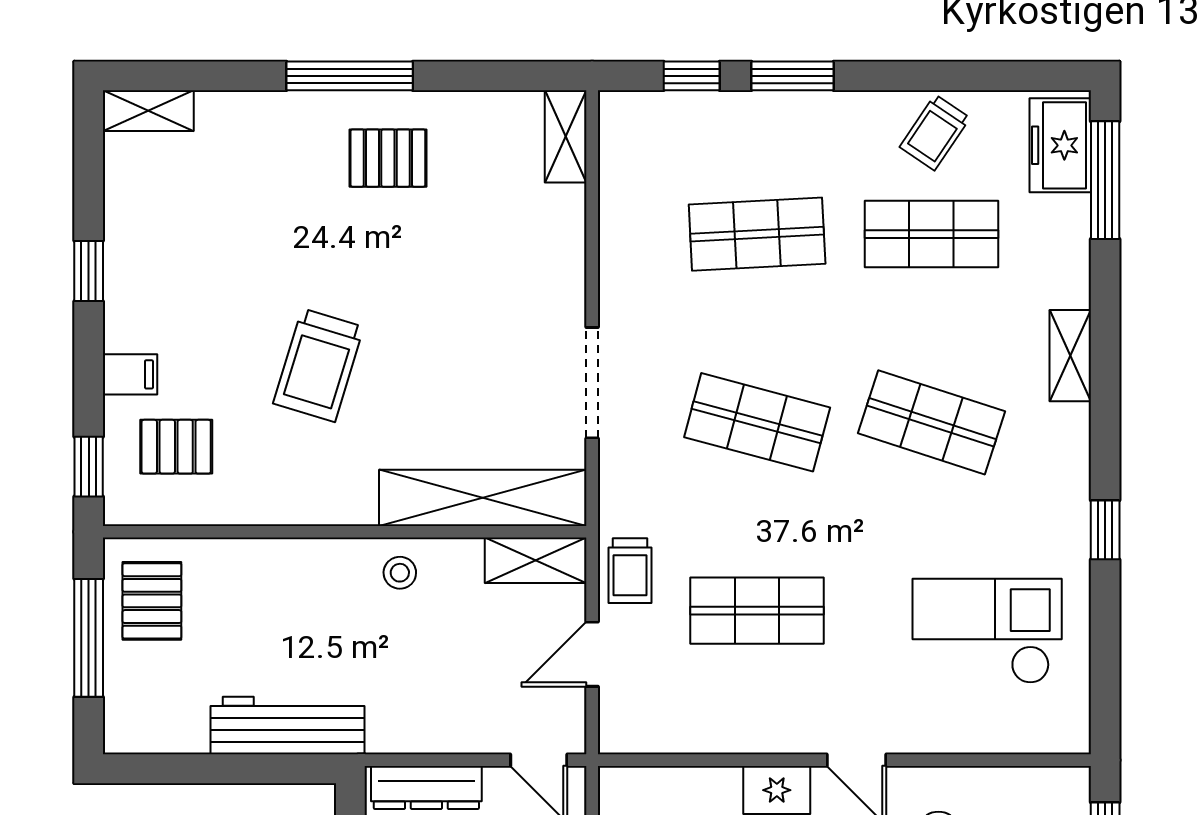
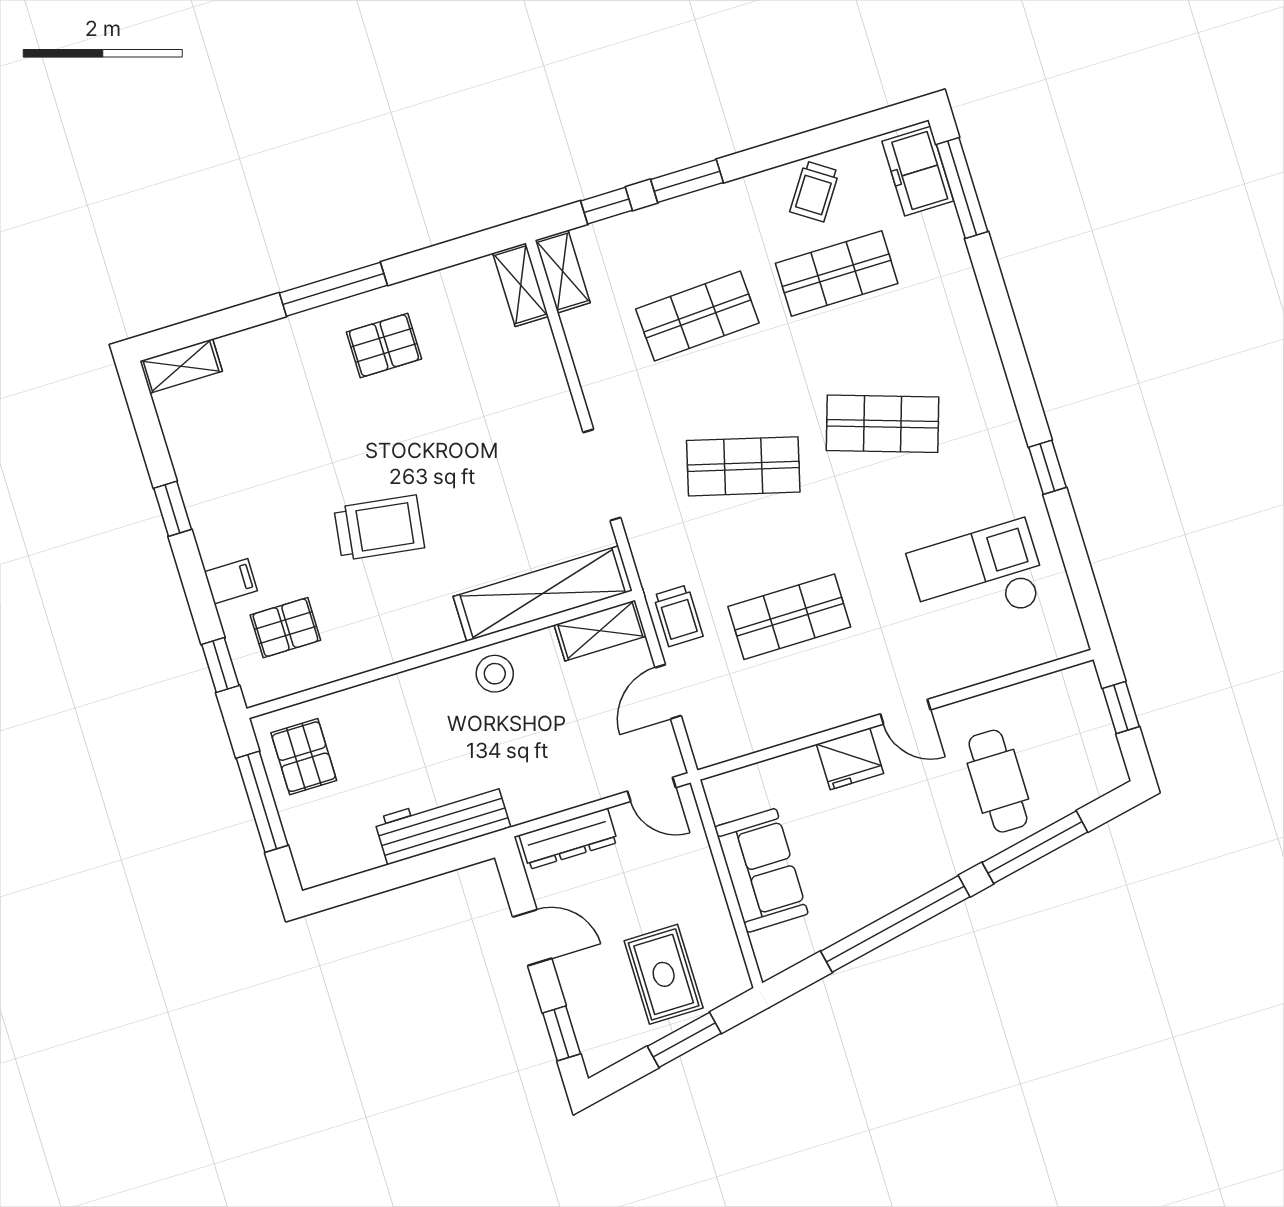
shelving: (1070, 356) -> (563, 271), moved
trolley: (319, 365) -> (379, 528), turned -99
stool: (400, 573) -> (495, 674), width x1.37, depth x1.37

